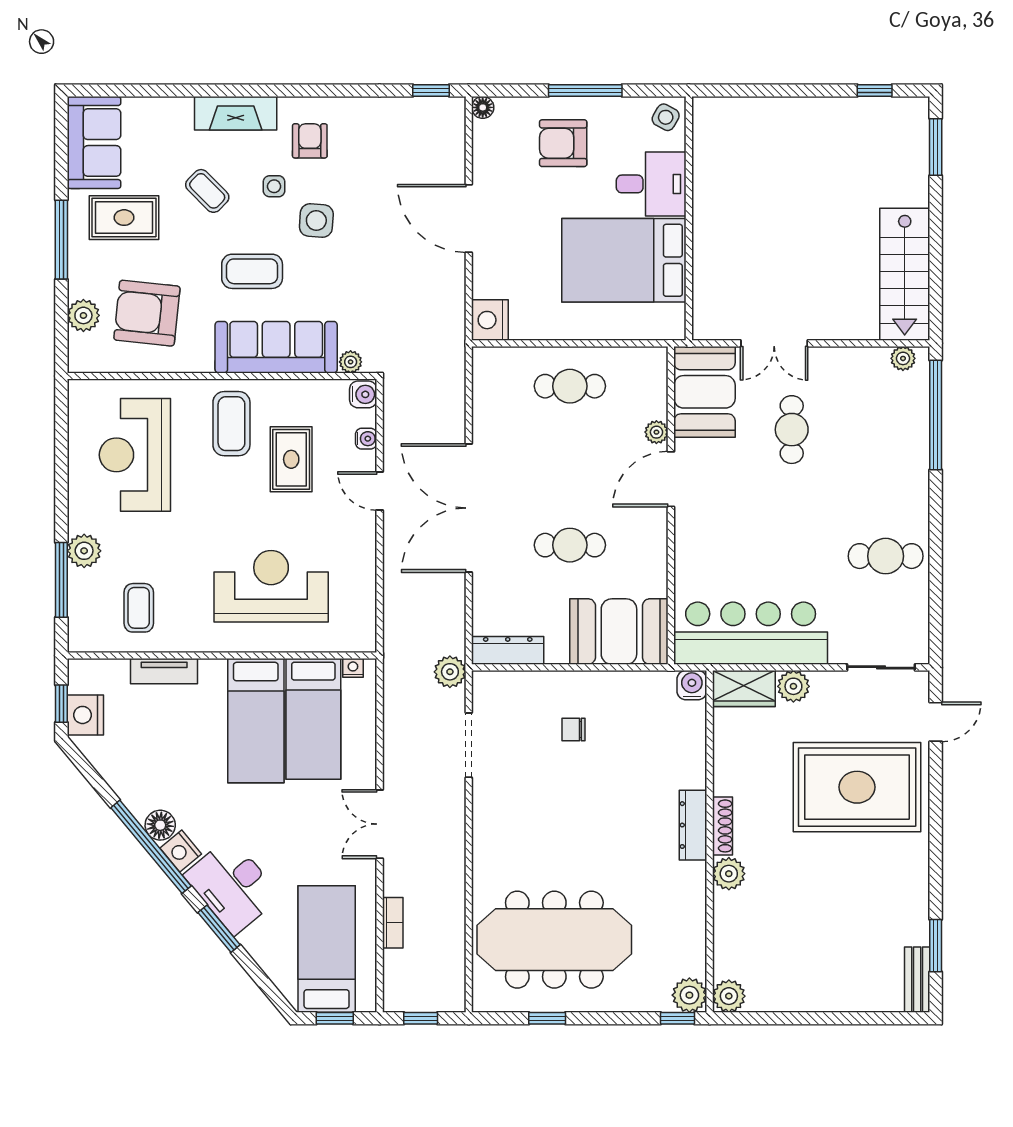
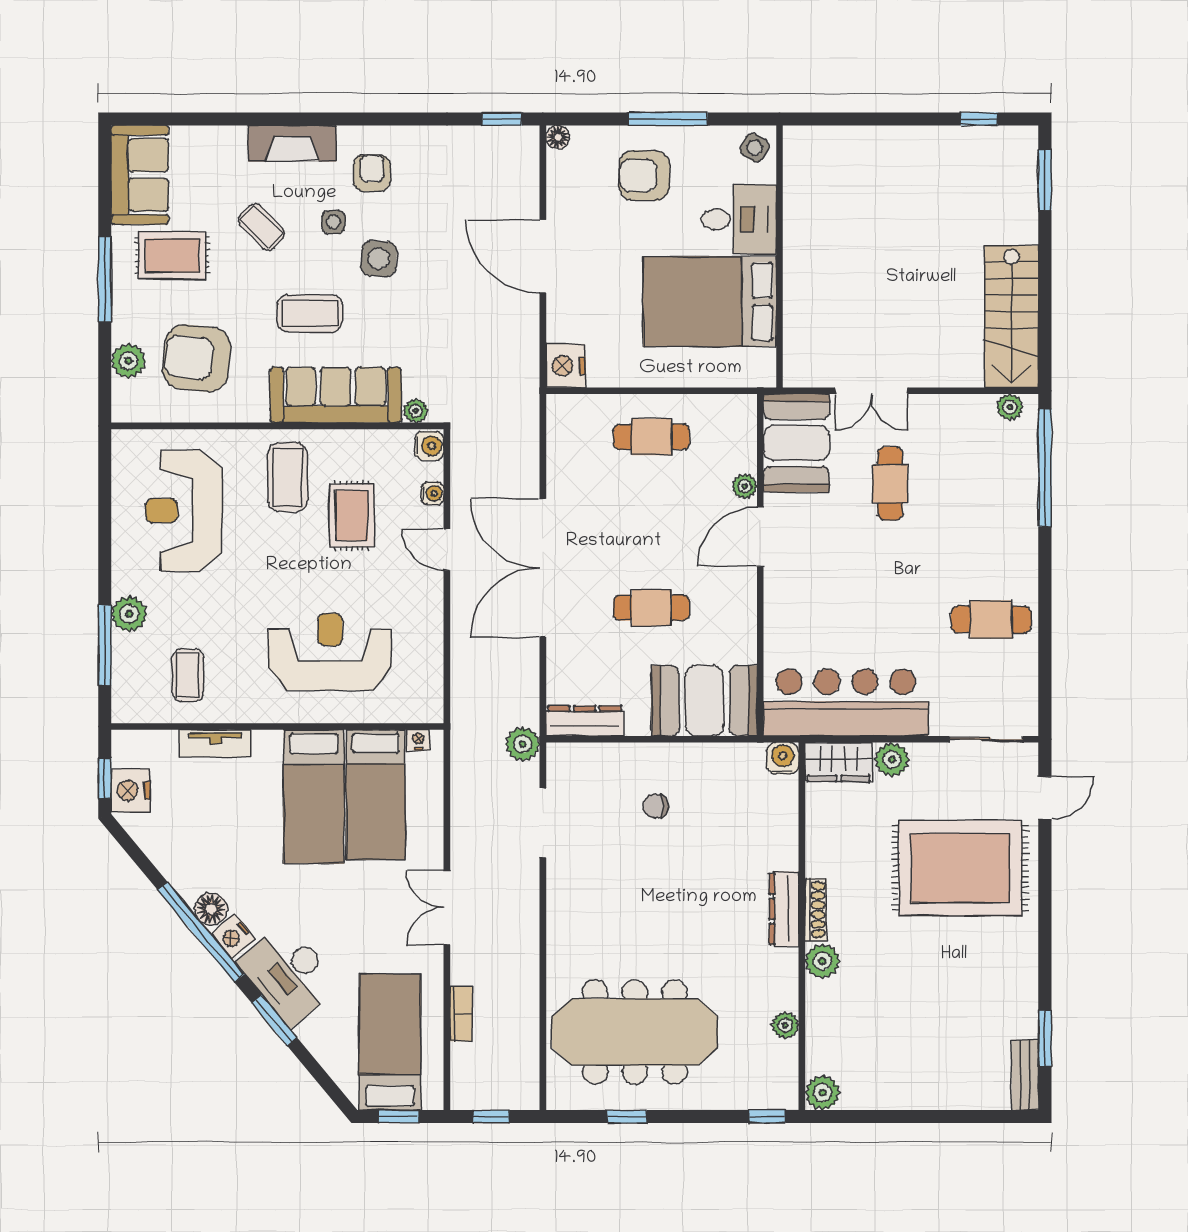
plant: (689, 995) -> (785, 1025), moved, width x0.73, depth x0.73

